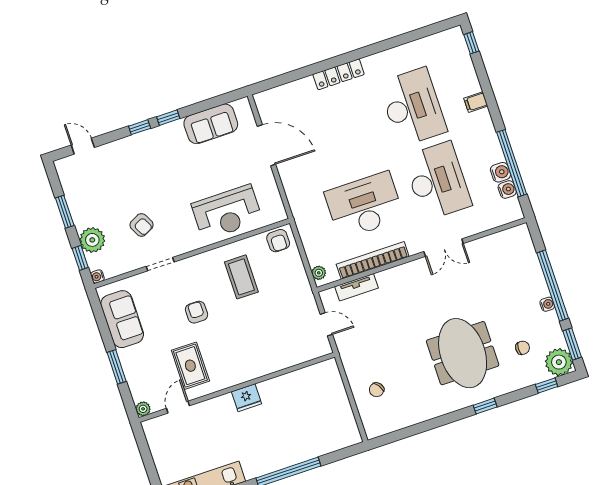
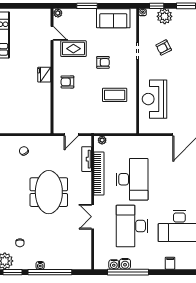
desk: (437, 181) -> (132, 226), turned 90
armchair: (278, 241) -> (67, 82), moved
meeting table: (463, 353) -> (49, 192), moved, turned 90

